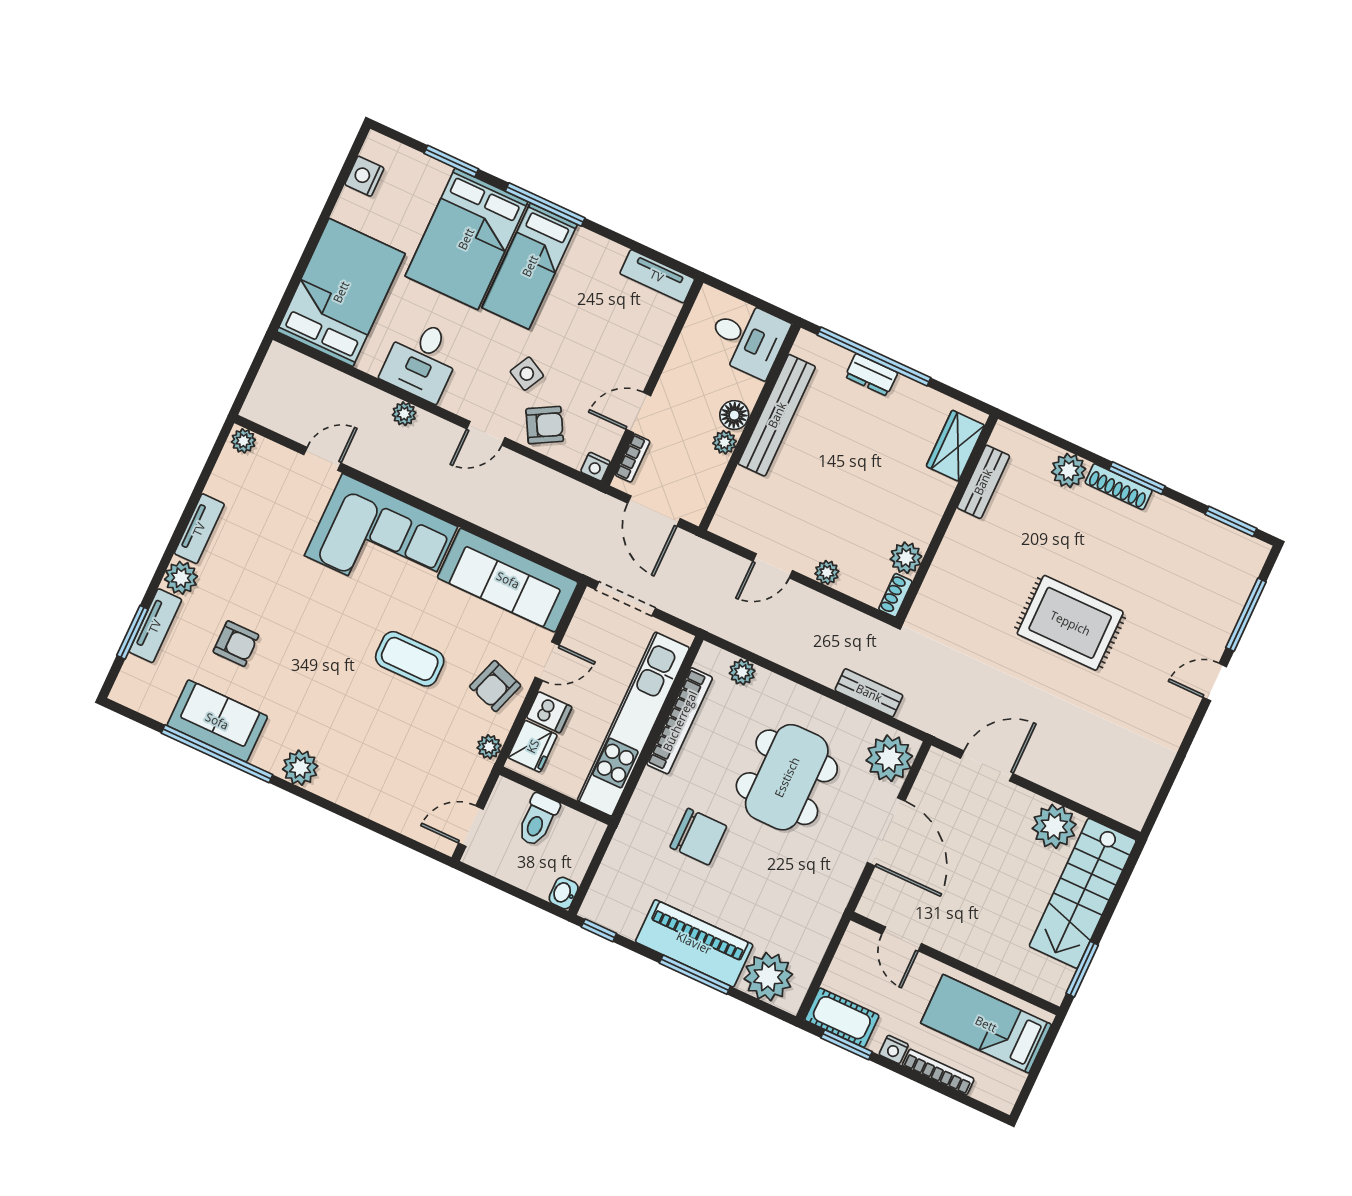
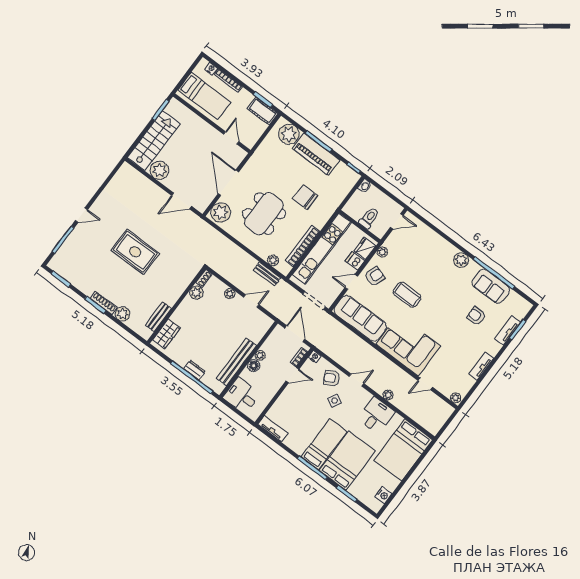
plant: (181, 578) -> (493, 348), removed
bench: (869, 693) -> (267, 274), moved
nightstand: (894, 1049) -> (211, 69), moved

